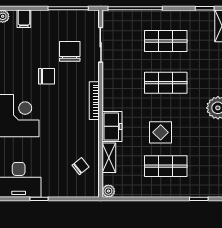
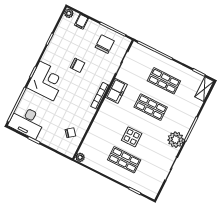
chair: (70, 51) -> (105, 44), moved
freezer: (112, 126) -> (116, 91), moved
shelving: (109, 158) -> (91, 136), removed

